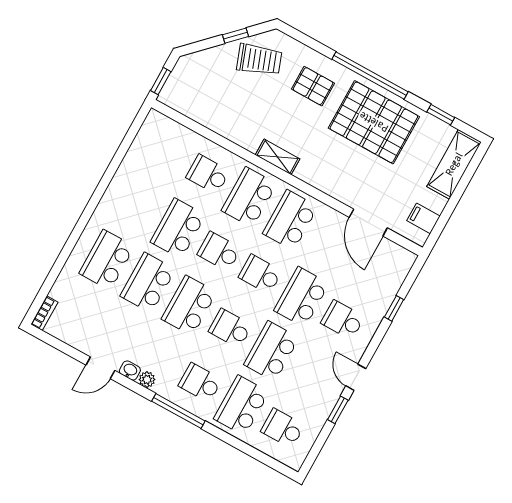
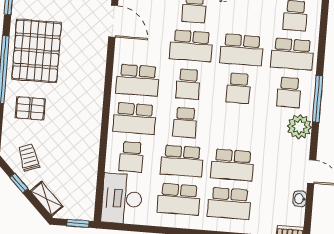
trolley: (259, 60) -> (29, 157), width x0.73, depth x0.72
pallet: (313, 86) -> (30, 108), turned 90
desk: (166, 143) -> (122, 199), added
shelving: (278, 157) -> (47, 199), moved, turned -45
door: (368, 223) -> (113, 21), hinge flipped
school desk: (189, 306) -> (179, 199), moved
washbasin: (130, 371) -> (300, 199), moved
plant: (147, 380) -> (299, 127), width x1.87, depth x1.87

